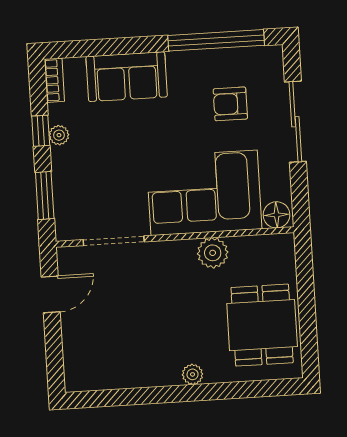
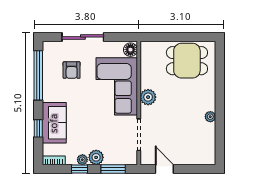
window: (114, 47) -> (38, 128), added
plant: (65, 161) -> (96, 157), added
plant: (213, 253) -> (148, 97), moved
plant: (193, 374) -> (210, 117), moved

